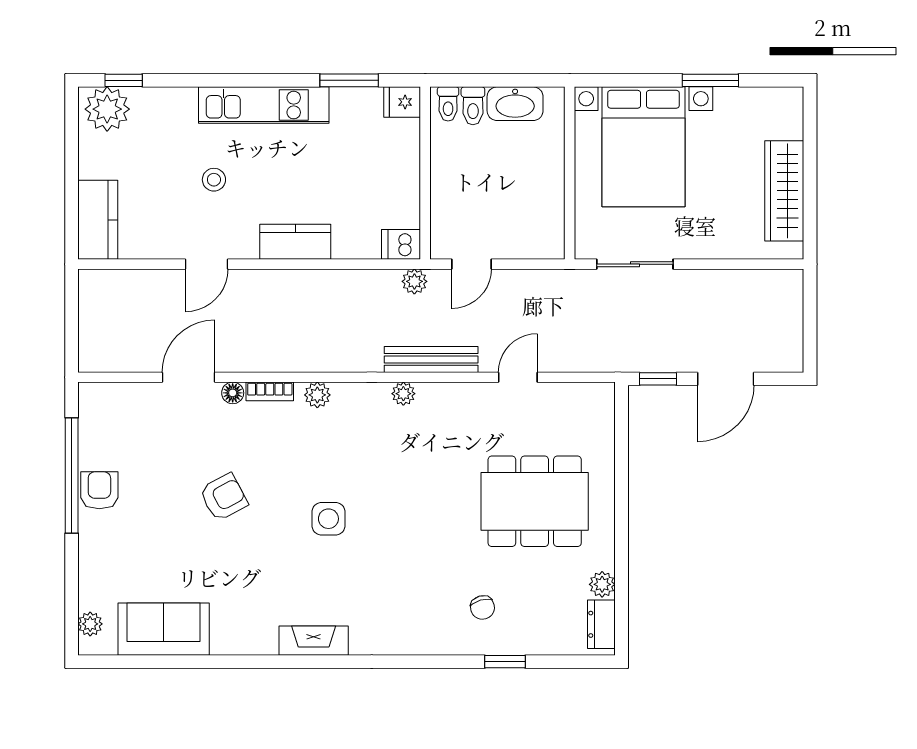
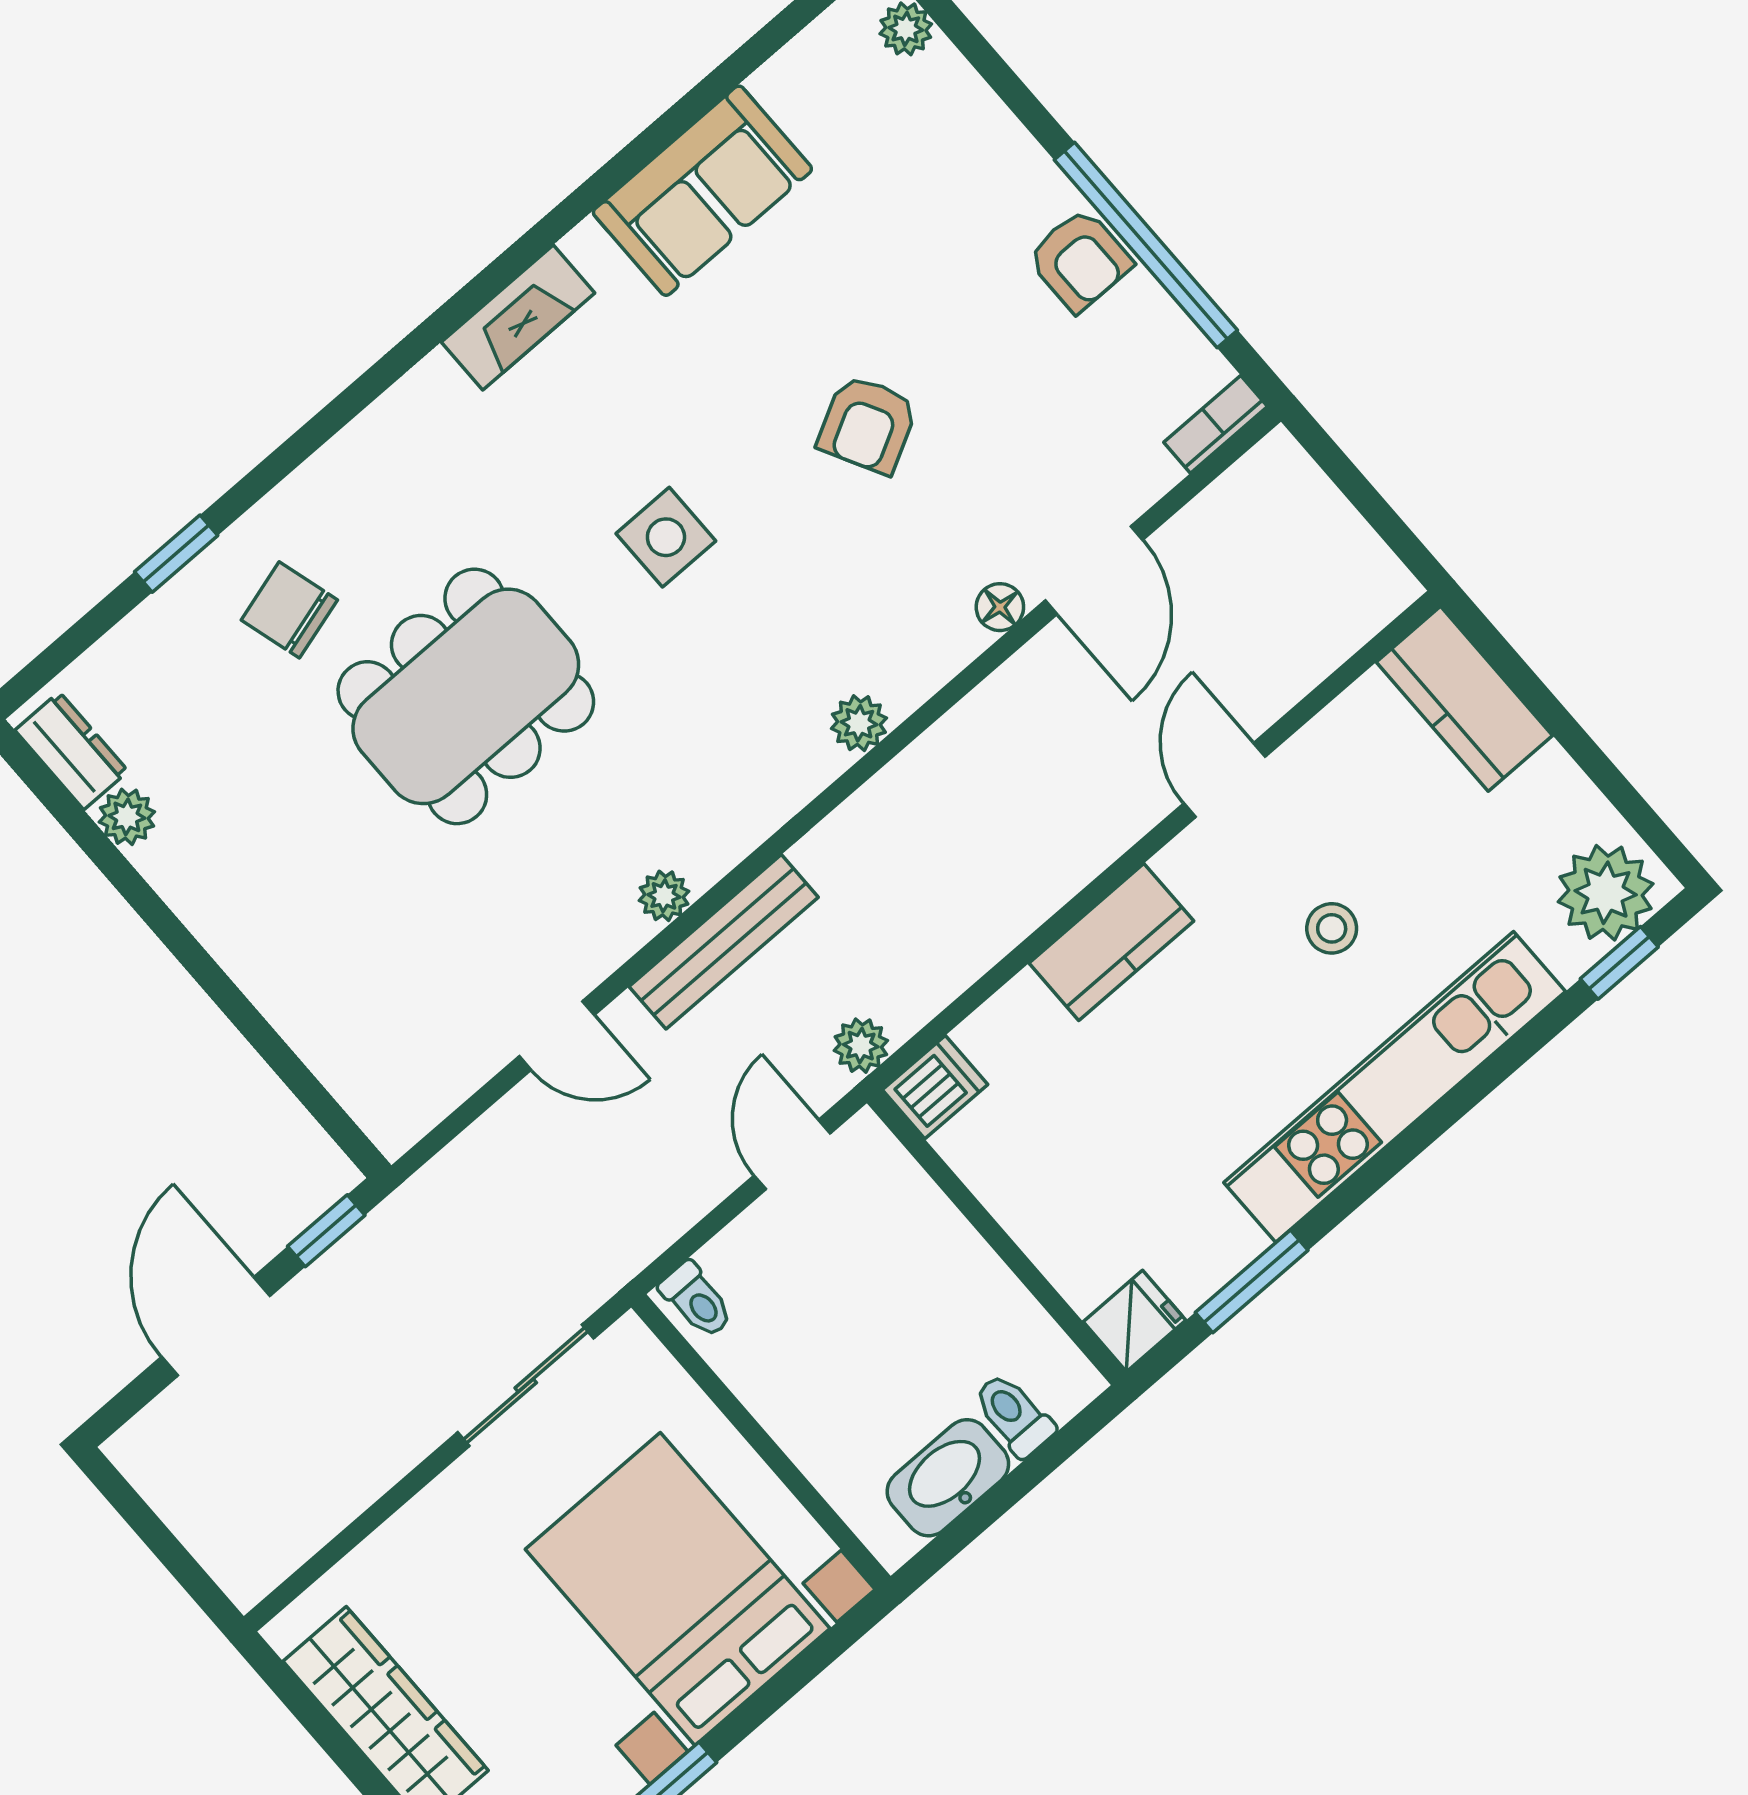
toilet: (448, 104) -> (697, 1300), moved, turned 180
kitchen unit: (264, 105) -> (1395, 1087), width x1.36
door: (518, 377) -> (557, 1036), hinge flipped
bookcase: (270, 391) -> (1216, 424), moved
plant: (403, 394) -> (664, 896), moved
dining table: (535, 501) -> (466, 696), moved
chair: (482, 608) -> (289, 610), width x1.37, depth x1.37
sofa: (164, 629) -> (702, 191), moved

